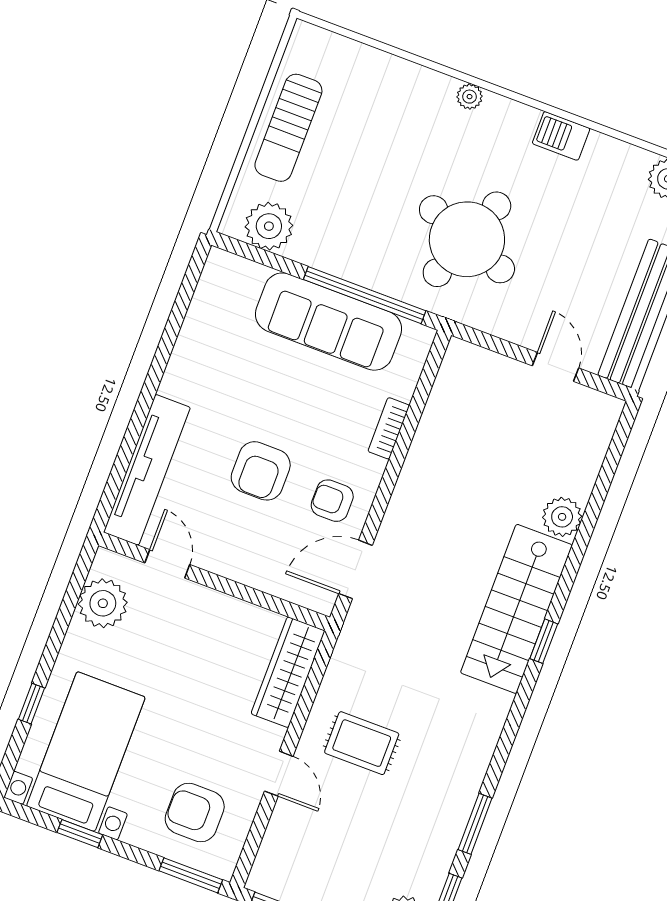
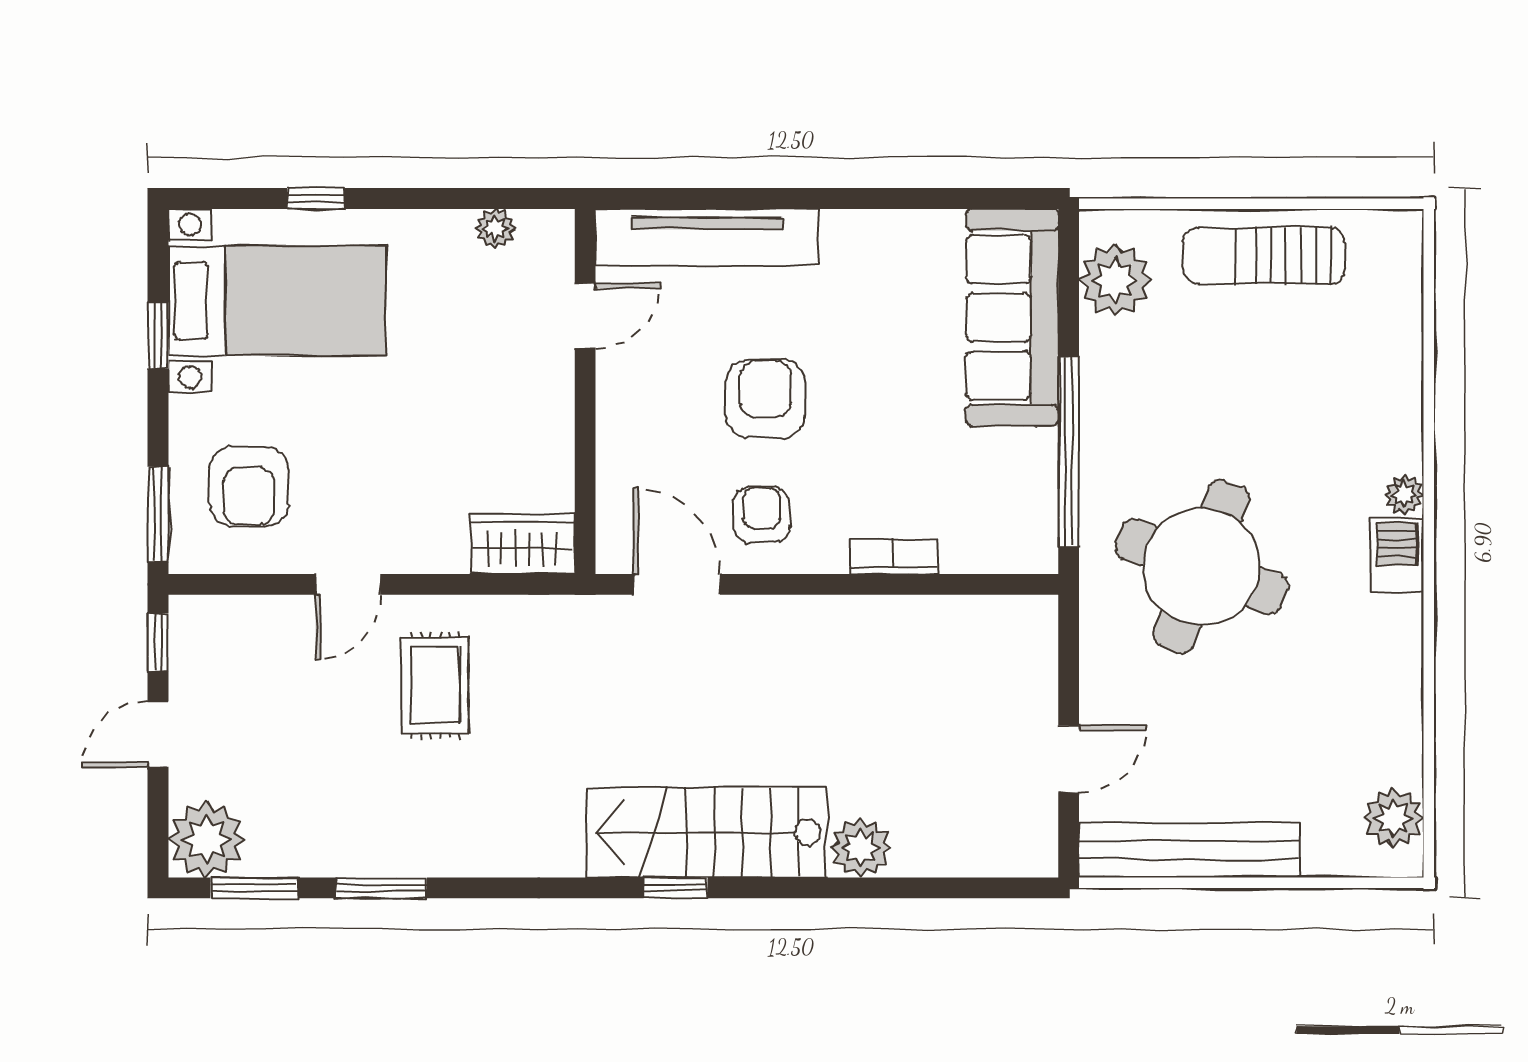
barbecue: (561, 136) -> (1397, 555), moved
sofa: (328, 322) -> (1012, 317), moved
armchair: (261, 471) -> (766, 398), turned 90
plant: (103, 603) -> (495, 229), width x0.53, depth x0.53
wardrobe: (288, 672) -> (522, 544), width x0.67
armchair: (195, 813) -> (249, 486), turned 180

